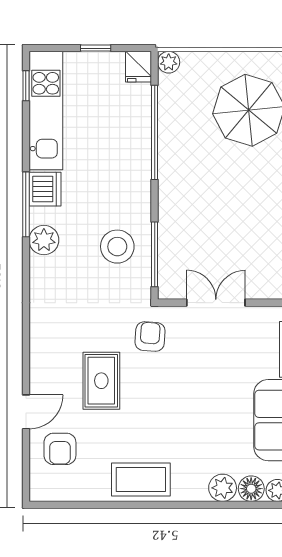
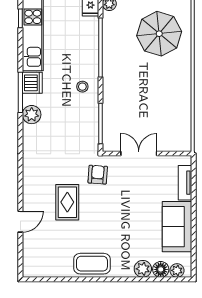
stool: (117, 247) -> (82, 87), moved, width x0.53, depth x0.53
armchair: (60, 449) -> (42, 245), removed

